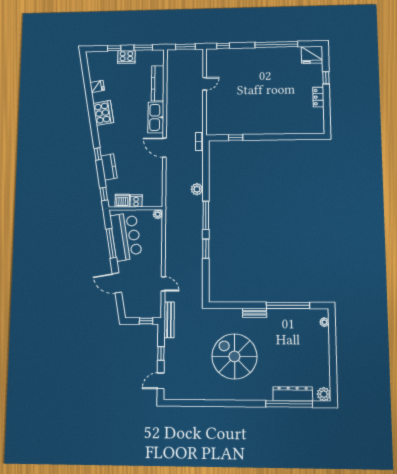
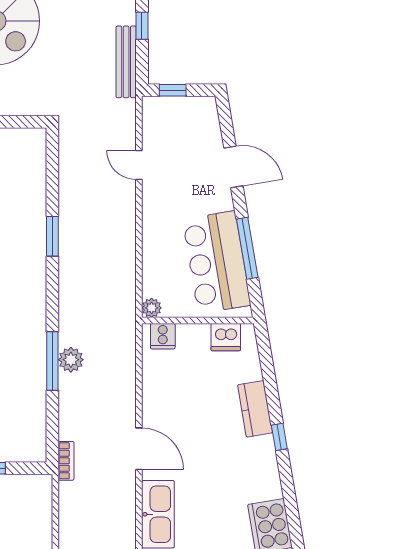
window: (104, 194) -> (265, 351), removed
cooker: (136, 201) -> (163, 336), moved
window: (206, 215) -> (52, 361), moved
bench: (169, 320) -> (126, 62), moved

